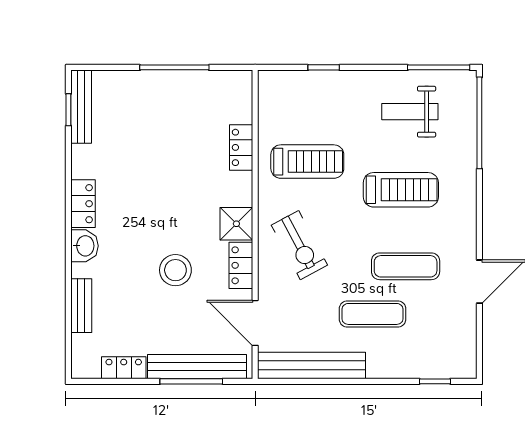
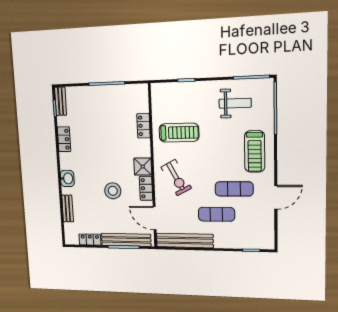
bench: (81, 107) -> (61, 101), width x0.73
weight bench: (410, 112) -> (235, 103), turned 180
treadmill: (401, 190) -> (255, 151), moved, turned 90
locker: (83, 204) -> (64, 139), moved

